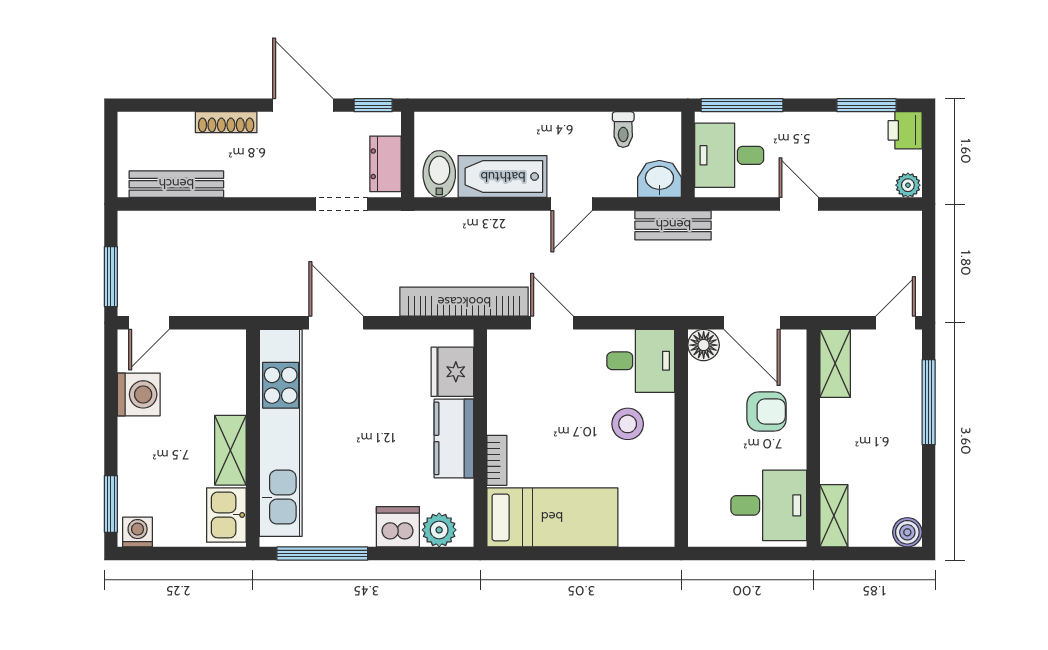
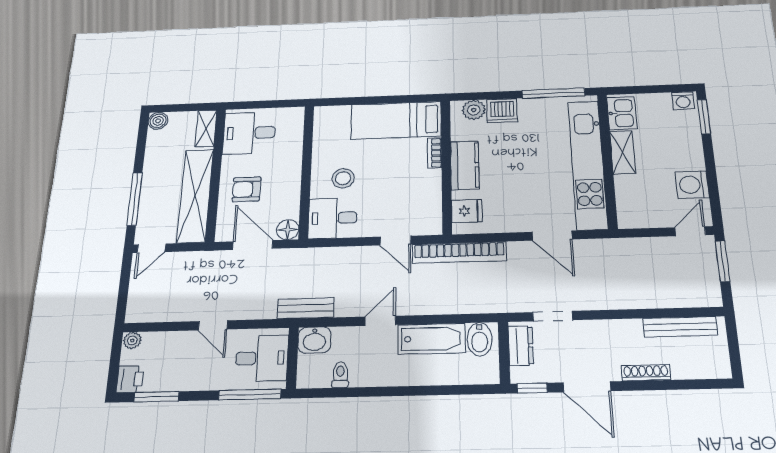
shelving: (835, 363) -> (195, 195), width x2.20, depth x1.33
fridge: (452, 372) -> (467, 211), width x0.72

